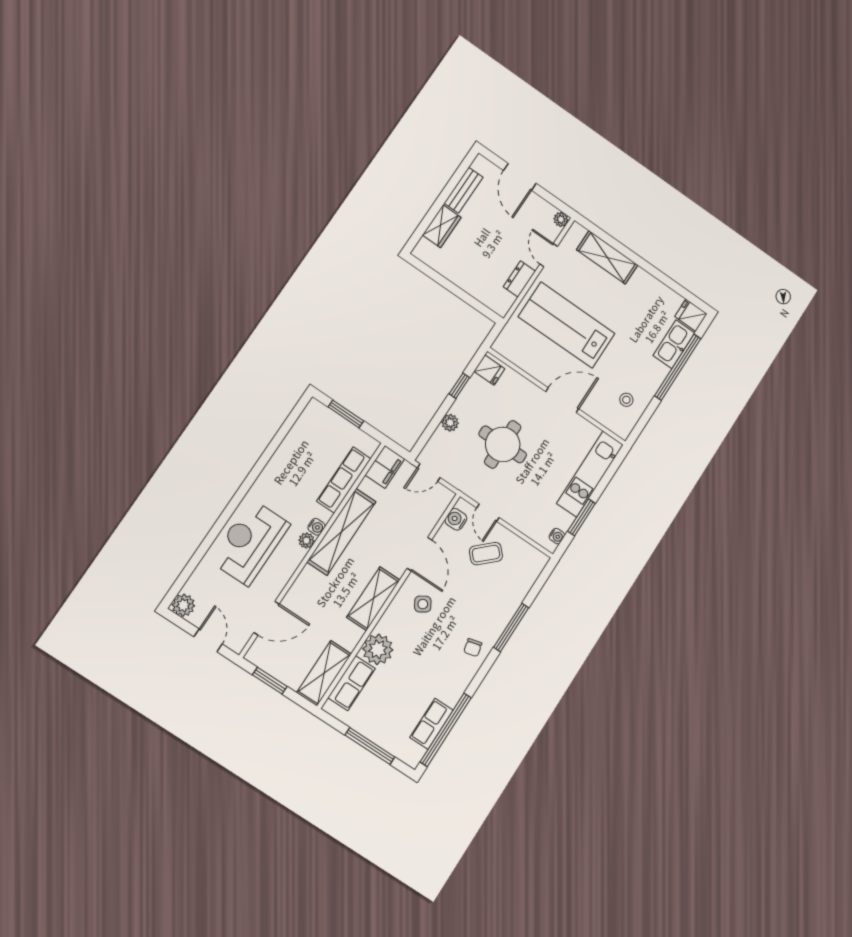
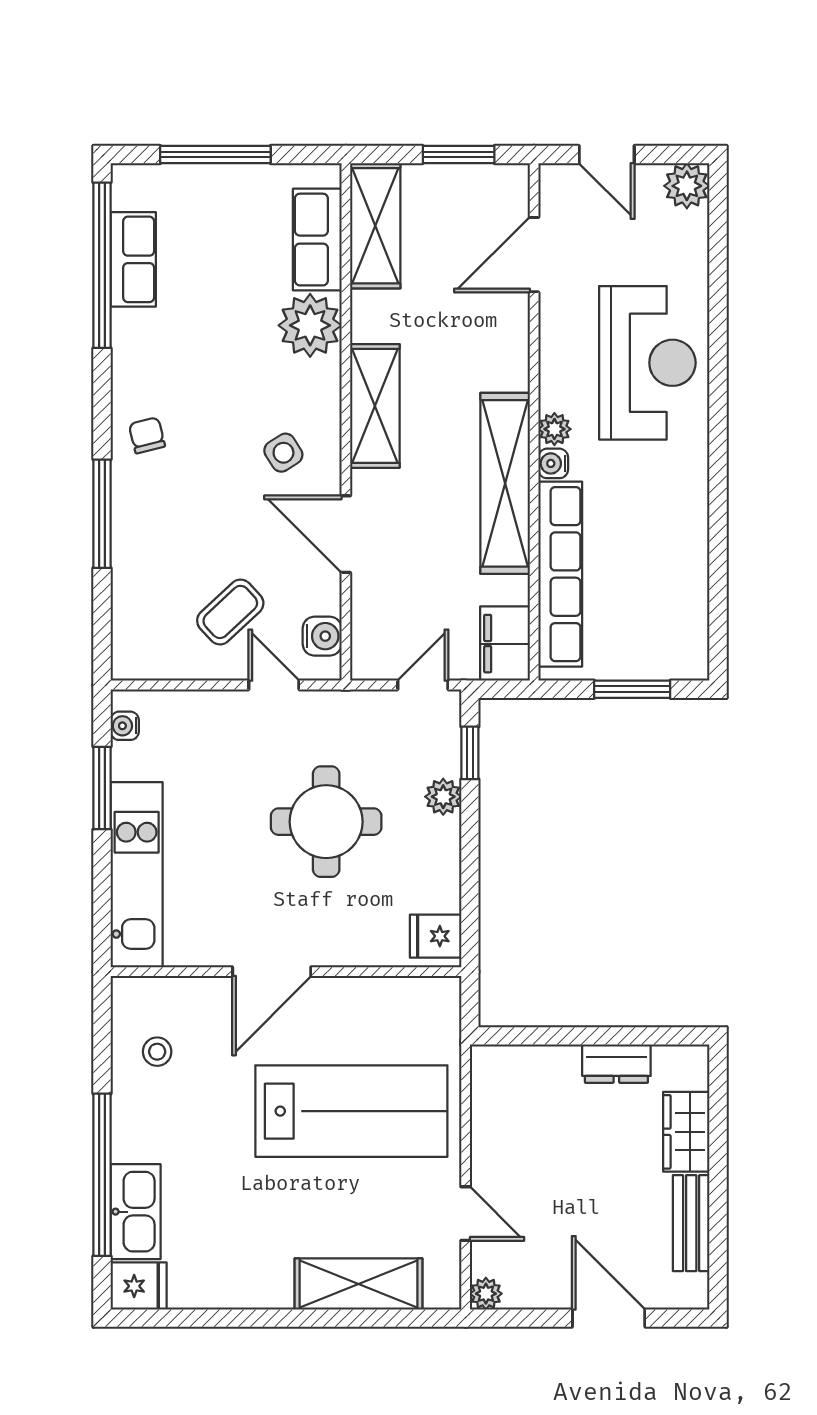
dresser: (519, 279) -> (616, 1064), moved, turned 90
window: (459, 386) -> (470, 753), moved
row of seats: (344, 480) -> (560, 574), width x1.36

